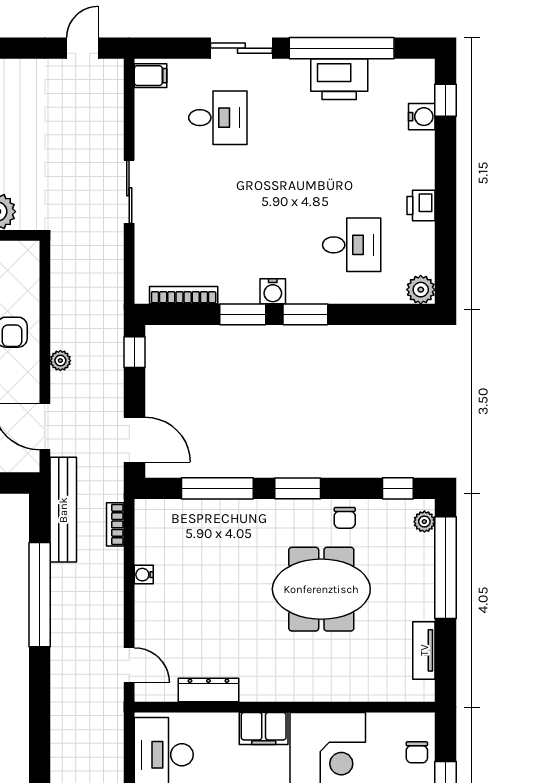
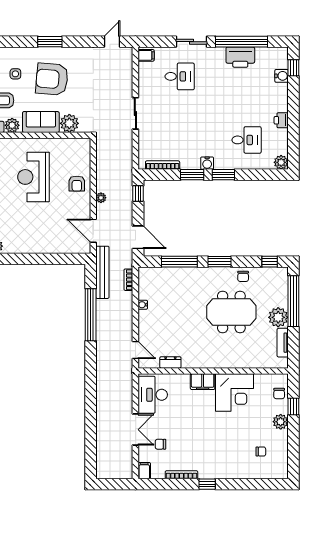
plant: (424, 522) -> (278, 317), moved, width x1.87, depth x1.87
dresser: (208, 690) -> (170, 362), width x0.70

